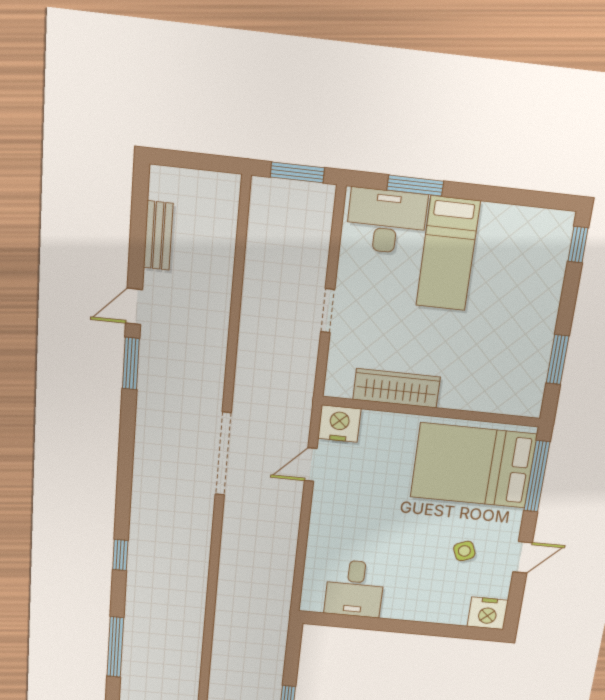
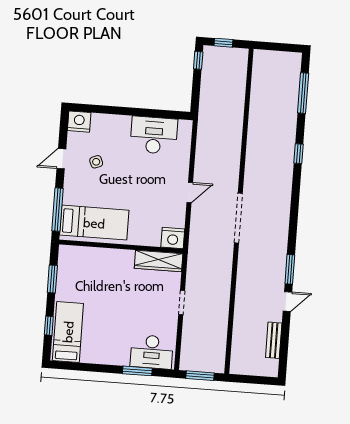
window: (578, 245) -> (49, 326), moved
bed: (448, 254) -> (68, 332), moved
wardrobe: (397, 388) -> (159, 261), moved
door: (311, 465) -> (190, 193), moved
bed: (473, 466) -> (94, 223), width x0.67
desk: (355, 589) -> (154, 135), width x1.37

